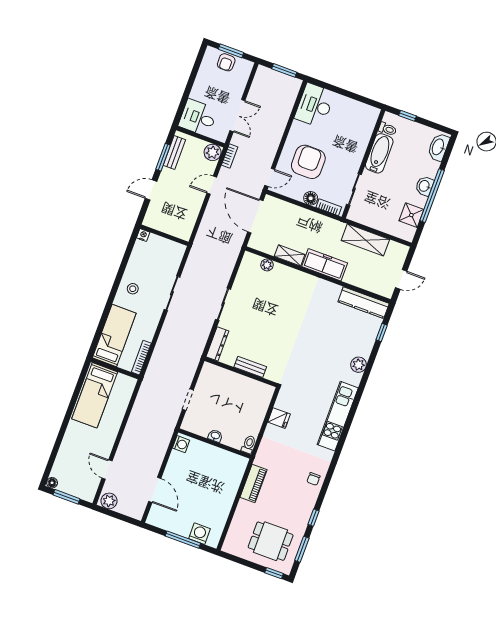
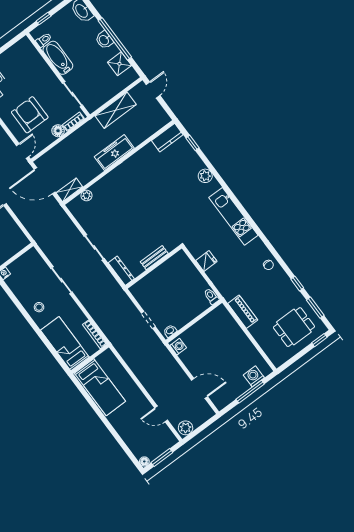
shelving: (290, 255) -> (69, 190), moved
door: (401, 279) -> (153, 90), moved
kitchen counter: (364, 303) -> (167, 138), width x0.67
washbasin: (215, 436) -> (170, 331), moved

